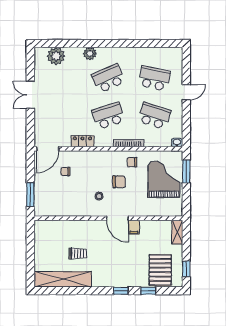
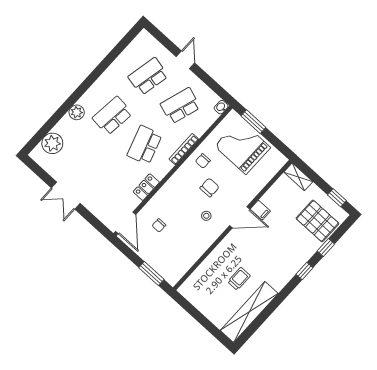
school desk: (108, 78) -> (112, 116), turned 30

